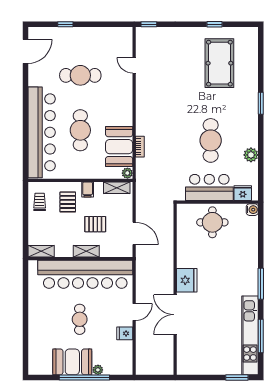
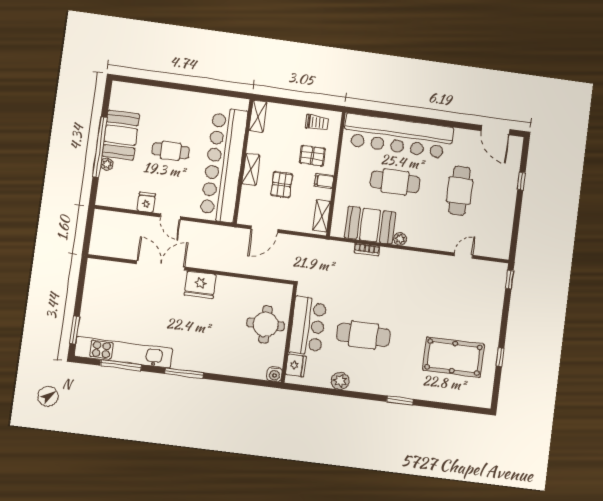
plant: (127, 173) -> (400, 239), moved

